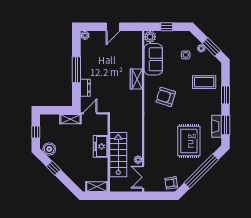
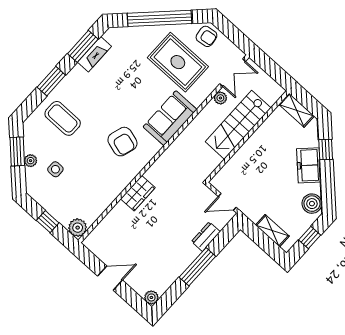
sofa: (153, 59) -> (170, 118), moved
shelving: (70, 119) -> (272, 231), moved
rug: (189, 141) -> (178, 62), moved, turned 90
freezer: (101, 146) -> (309, 165), moved, turned 135
window: (53, 168) -> (326, 149), moved

